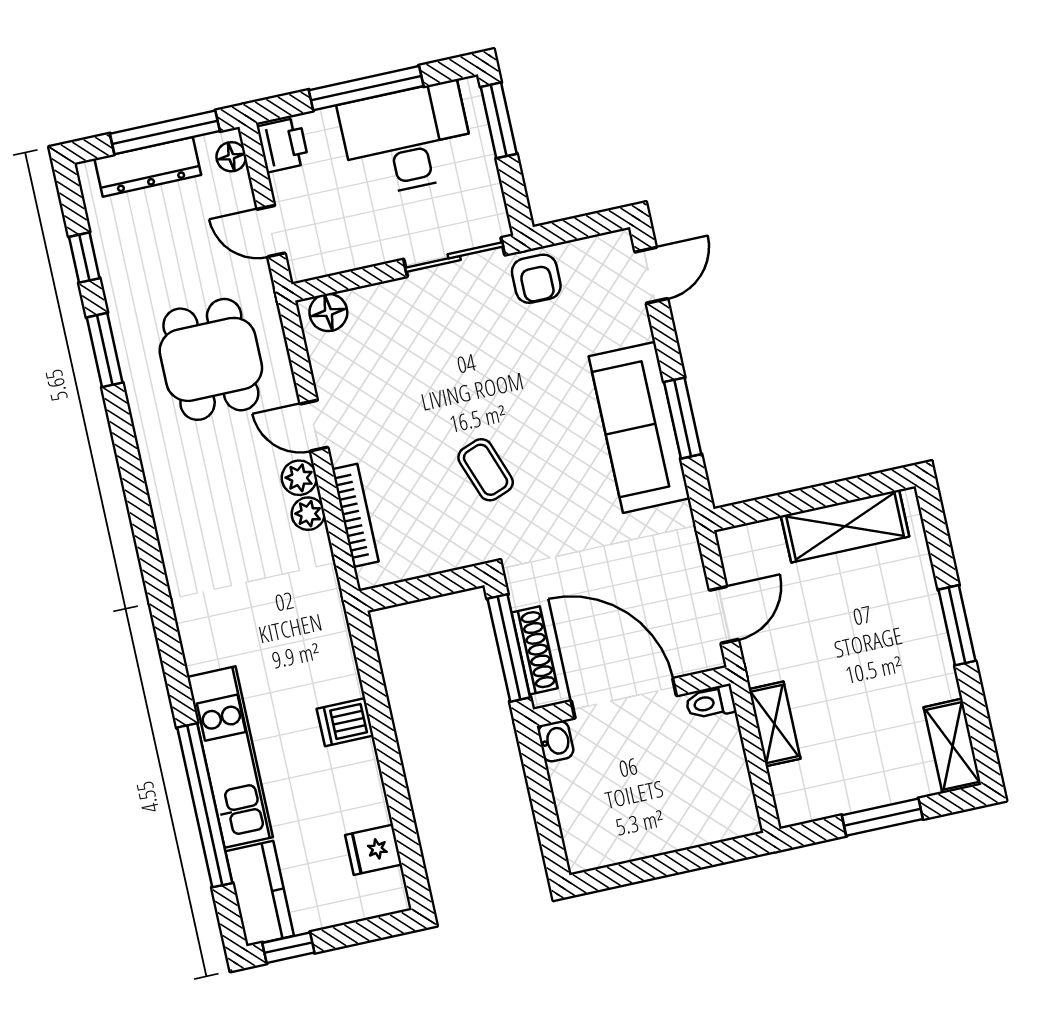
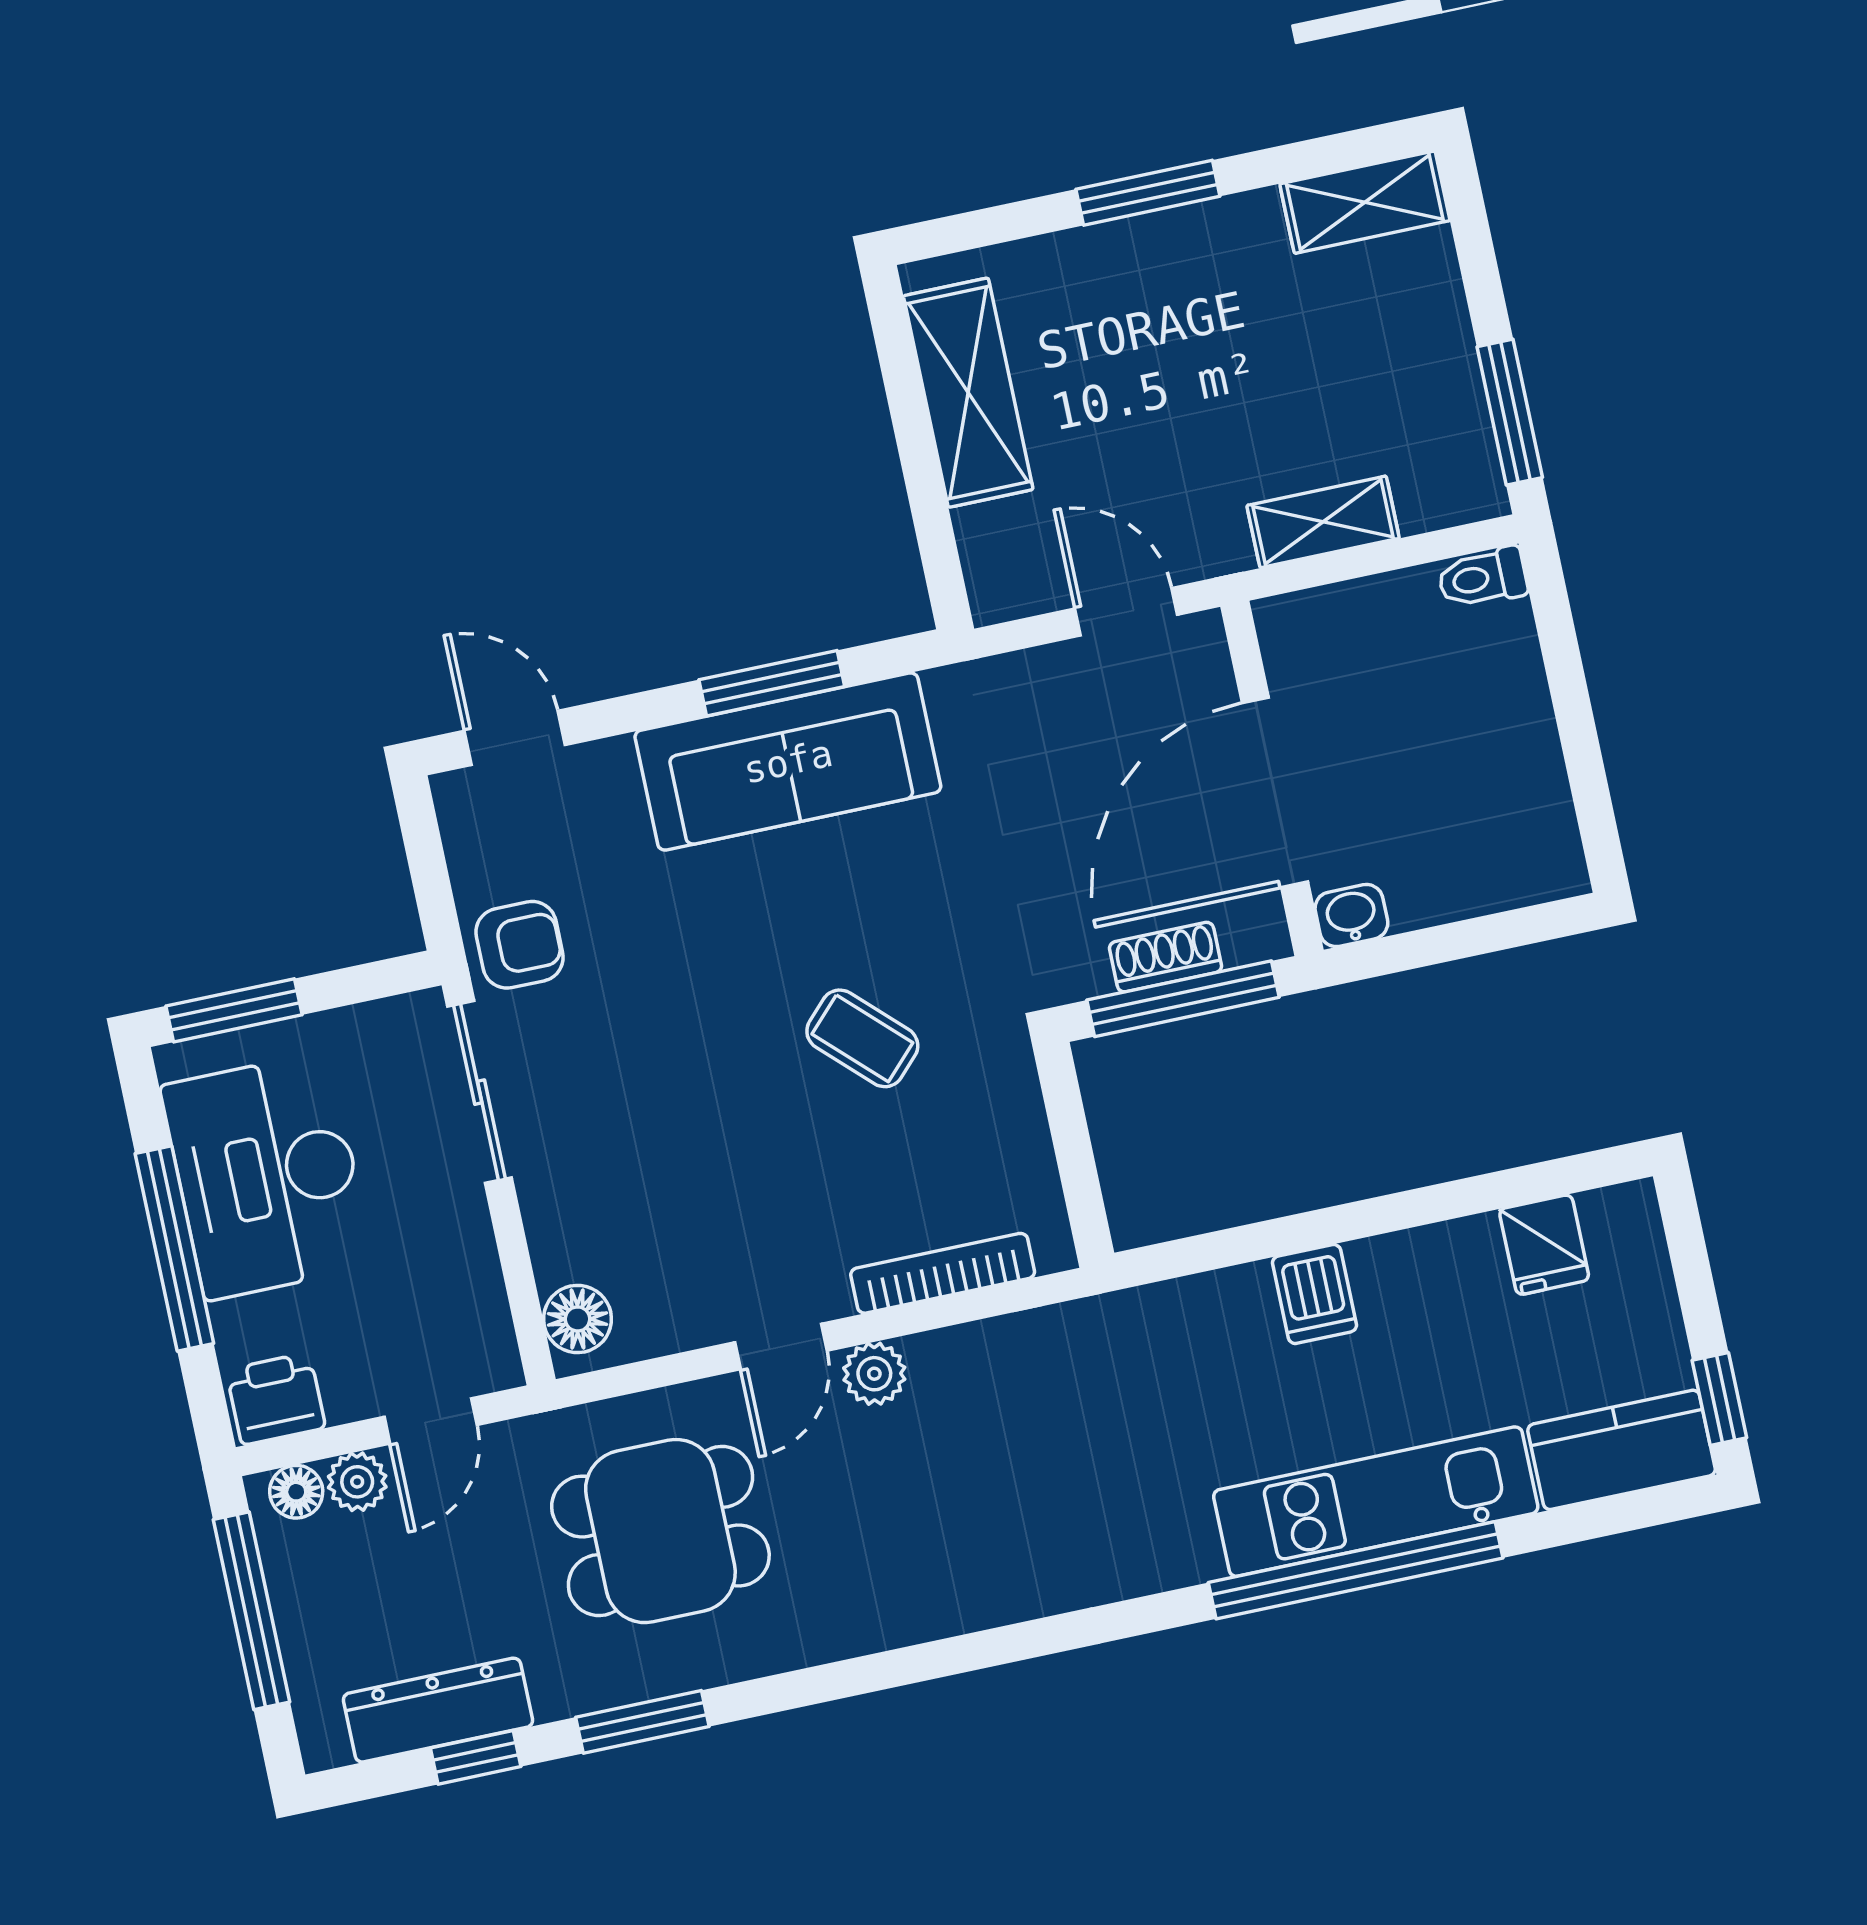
dresser: (148, 167) -> (438, 1710), moved, turned -90
coffee table: (486, 470) -> (862, 1038), turned 64
plant: (308, 514) -> (357, 1482), moved
shoe rack: (535, 650) -> (1166, 957), width x0.70
toilet: (711, 702) -> (1482, 578), moved, turned 90
window: (205, 805) -> (1356, 1570), moved
window: (882, 817) -> (1510, 412), moved

